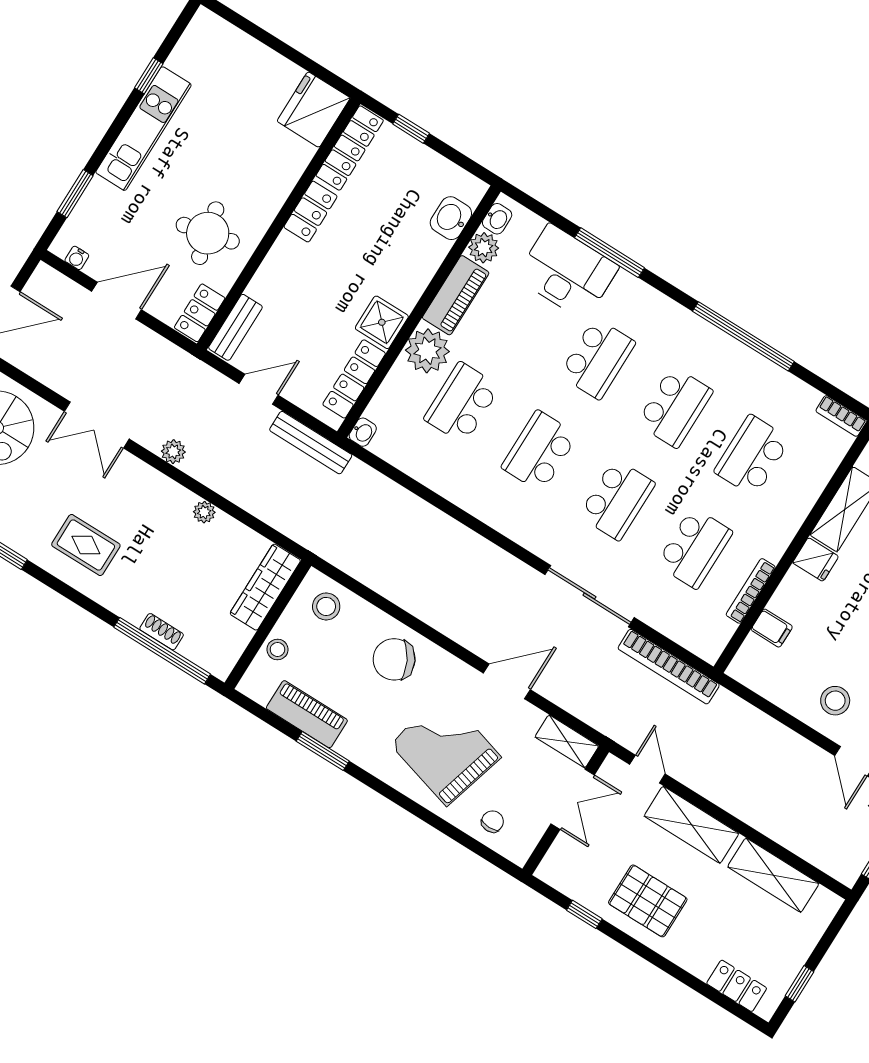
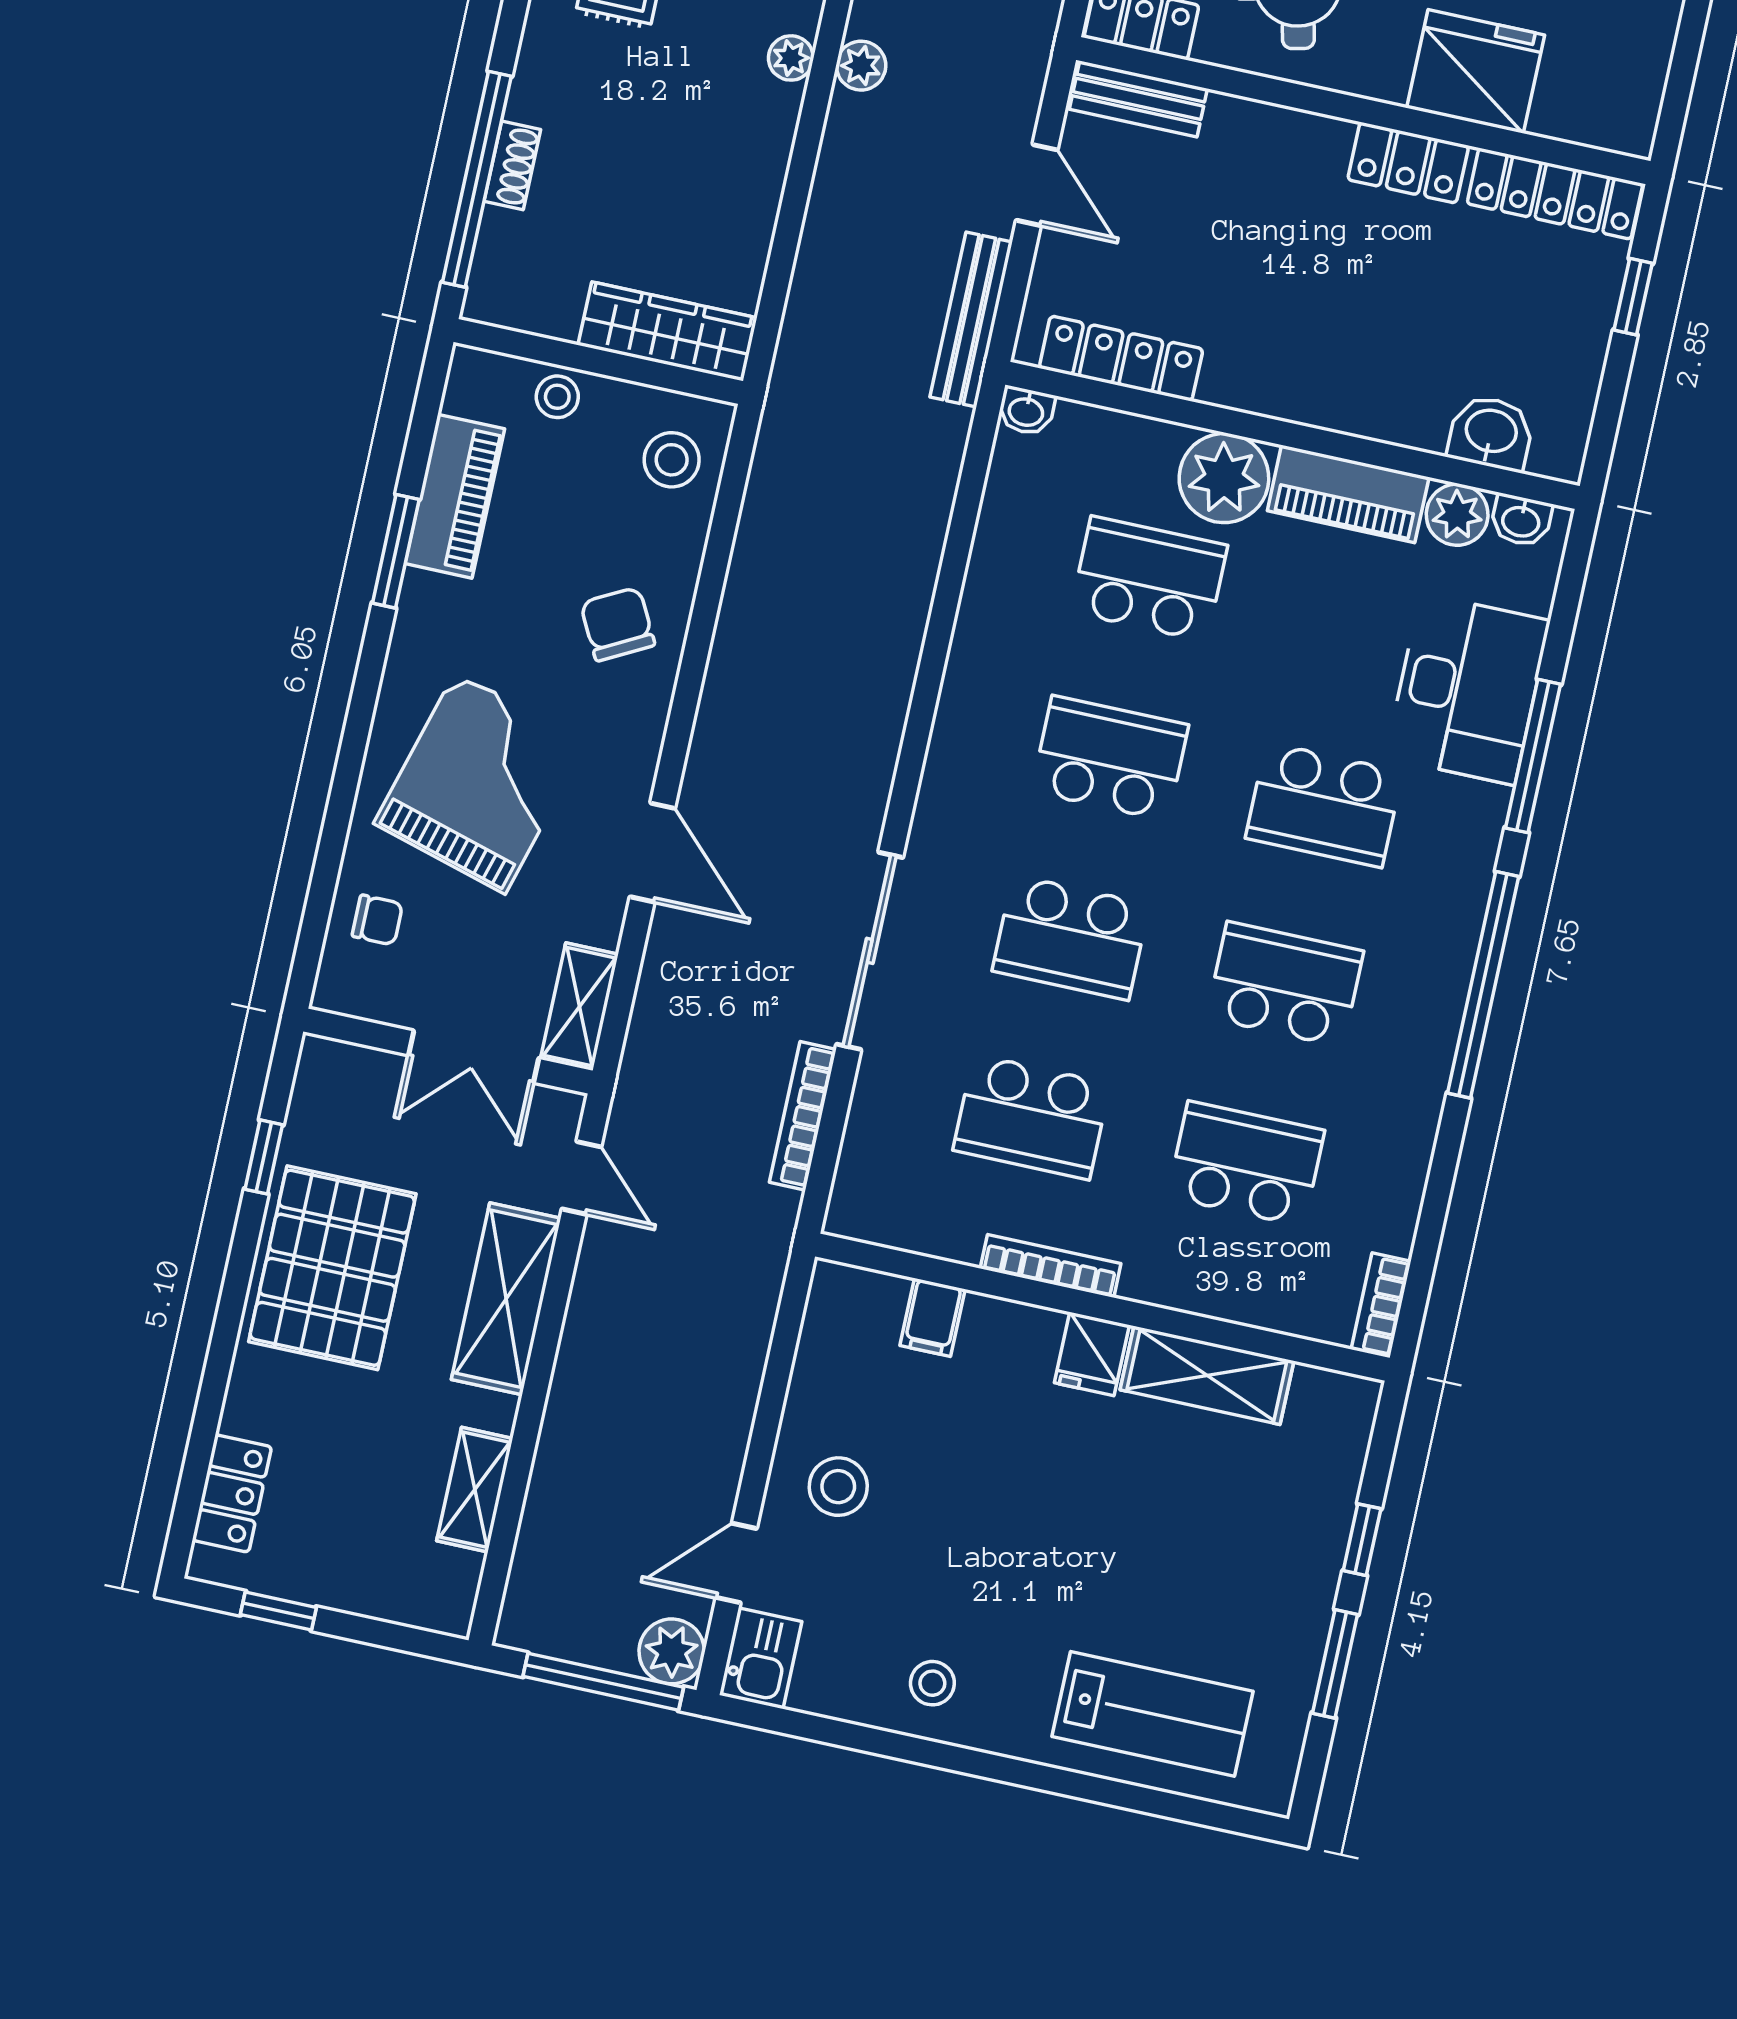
fridge: (314, 110) -> (1476, 71), moved
shower: (382, 322) -> (1247, 373), removed
window: (743, 336) -> (1483, 985), moved
school desk: (675, 407) -> (1285, 984), turned 180
plant: (204, 512) -> (791, 58), moved
bookcase: (751, 591) -> (1051, 1266), moved
chair: (394, 659) -> (618, 624), width x0.73, depth x0.73
bookcase: (669, 667) -> (803, 1116), width x0.68, depth x0.76
door: (647, 769) -> (581, 1178), hinge flipped
shelving: (773, 875) -> (475, 1490), width x0.67, depth x0.75
pallet: (648, 901) -> (332, 1268), width x1.37, depth x1.41

